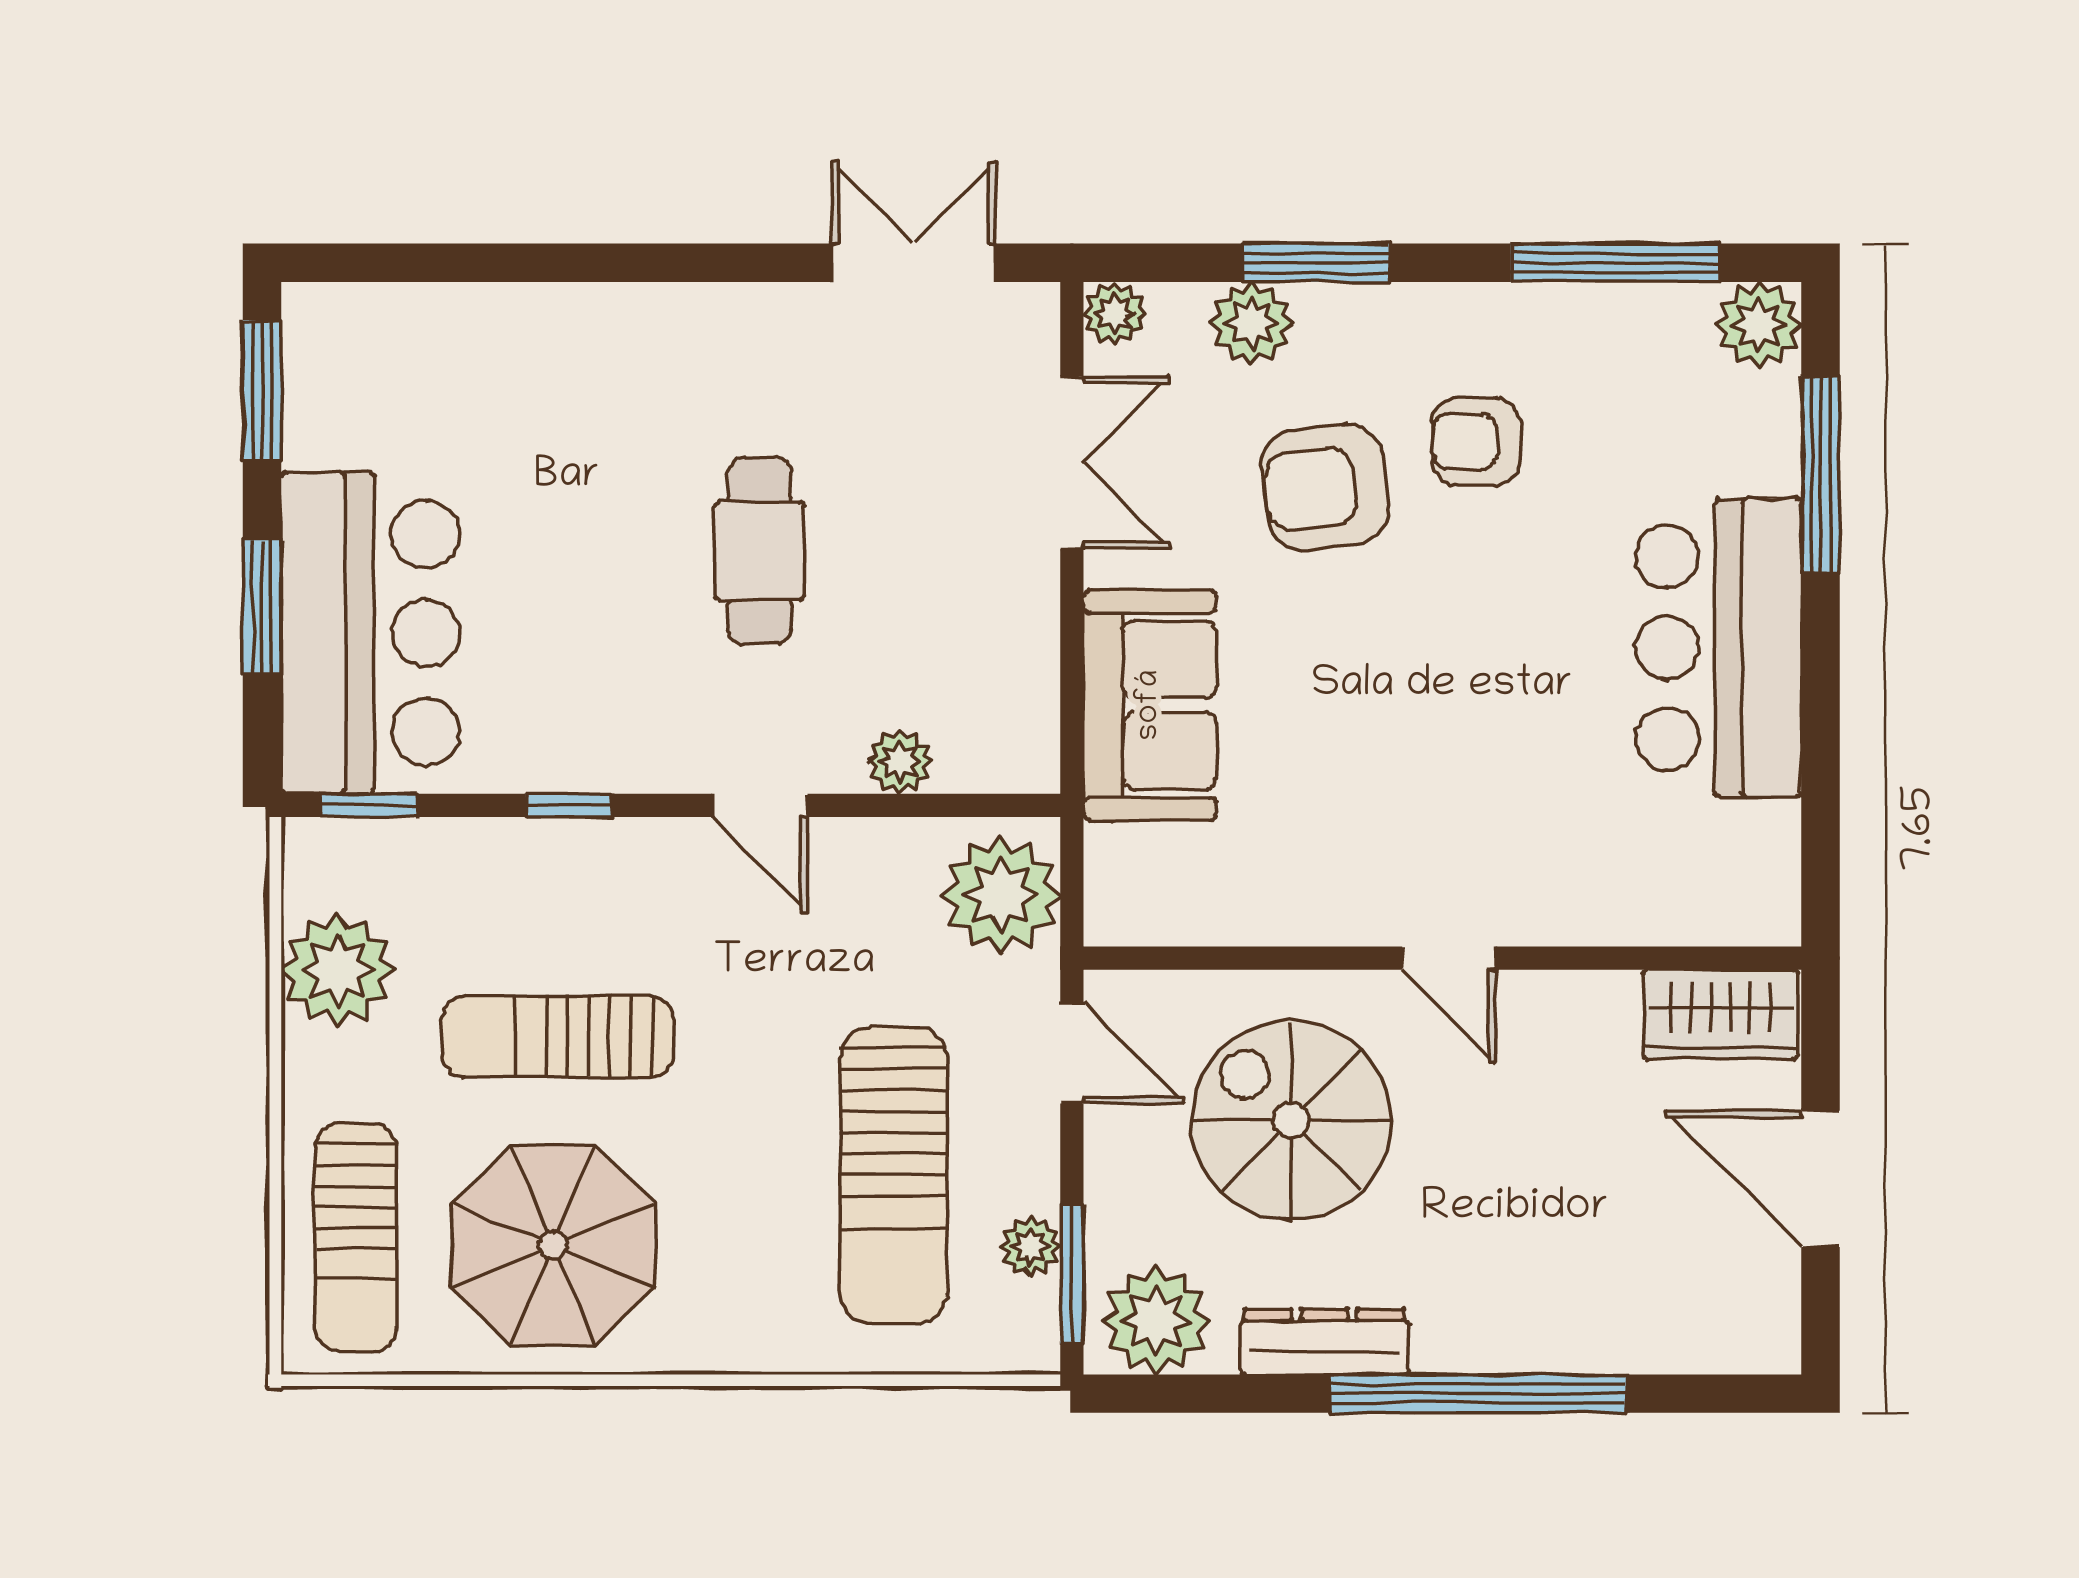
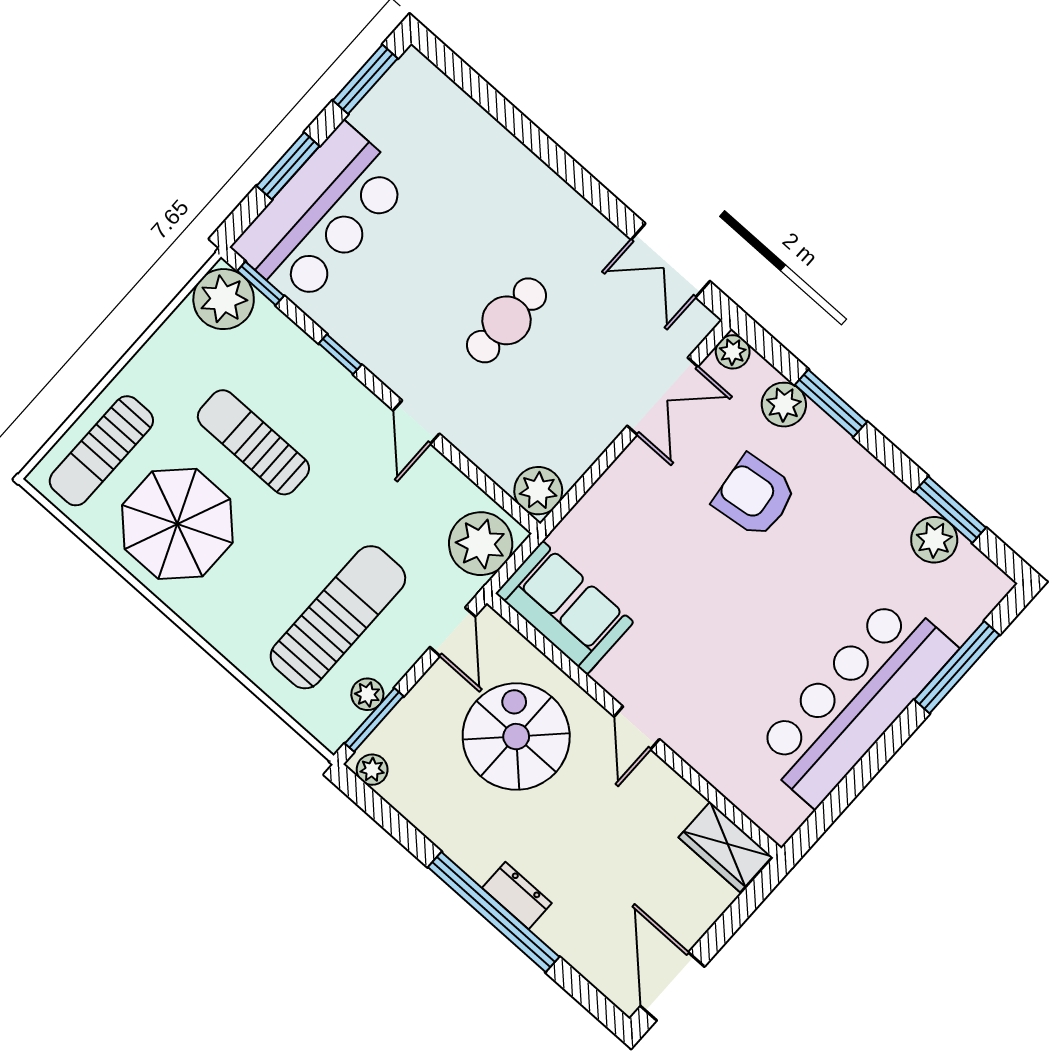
double door: (914, 263) -> (670, 260), swing flipped
window: (1615, 263) -> (950, 510), width x0.69
plant: (1758, 325) -> (934, 540), moved
armchair: (1476, 442) -> (831, 531), removed
bar counter: (1719, 648) -> (855, 700), width x1.36
sofa: (1150, 705) -> (565, 608), moved, turned -90
plant: (900, 761) -> (538, 491), moved, width x1.38, depth x1.38
plant: (338, 970) -> (224, 299), moved
sun lounger: (894, 1176) -> (338, 617), turned 180
door: (1821, 1179) -> (673, 986), moved
plant: (1156, 1321) -> (372, 770), width x0.53, depth x0.53
dresser: (1324, 1342) -> (517, 896), moved, width x0.70

